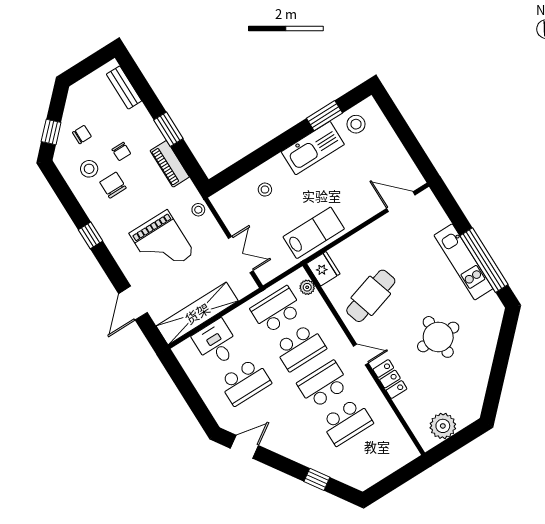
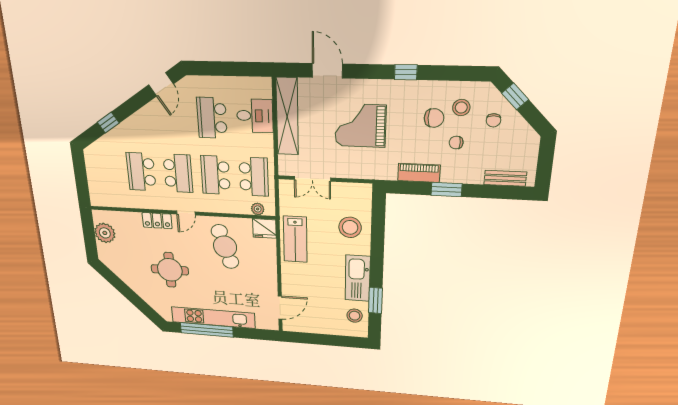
stool: (265, 190) -> (350, 227), width x1.89, depth x1.89
stool: (198, 210) -> (368, 170), removed
kitchen unit: (464, 262) -> (213, 318), width x1.36

